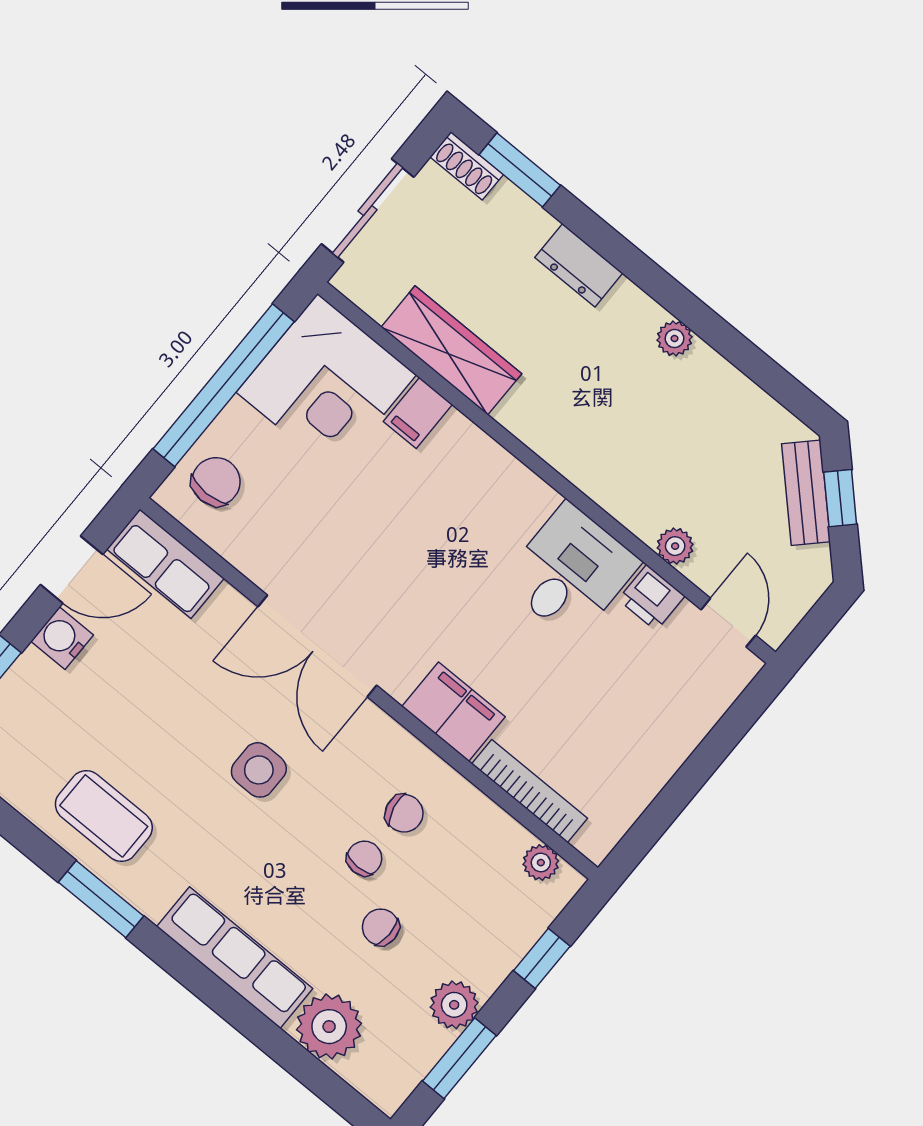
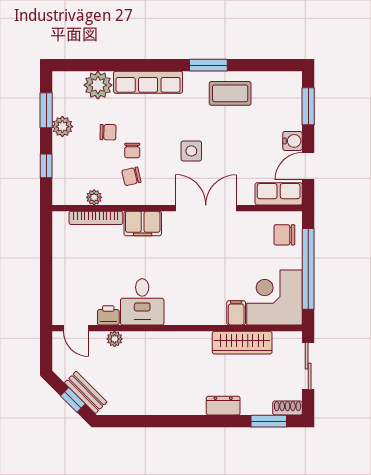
plant: (675, 338) -> (171, 408), removed
chair: (216, 482) -> (284, 235), turned 90
plant: (541, 863) -> (94, 197), moved

